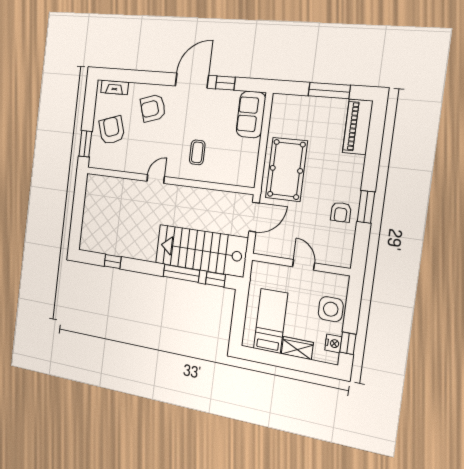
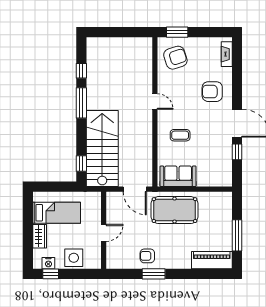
armchair: (153, 108) -> (212, 92), turned -72
sofa: (251, 114) -> (178, 176), moved
armchair: (112, 130) -> (175, 58), moved
window: (181, 273) -> (81, 103), moved

